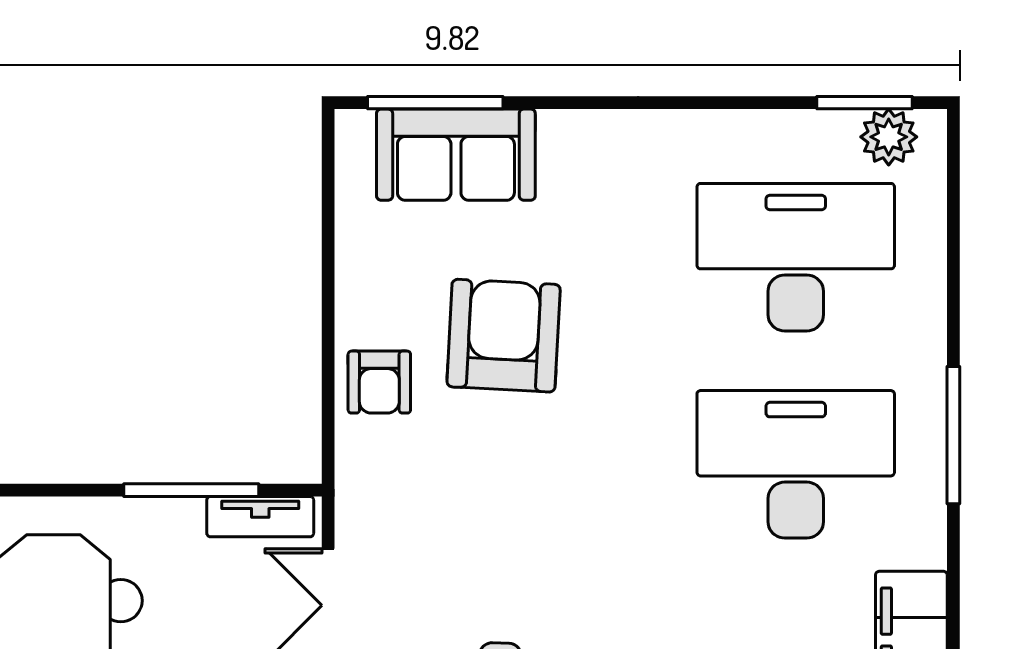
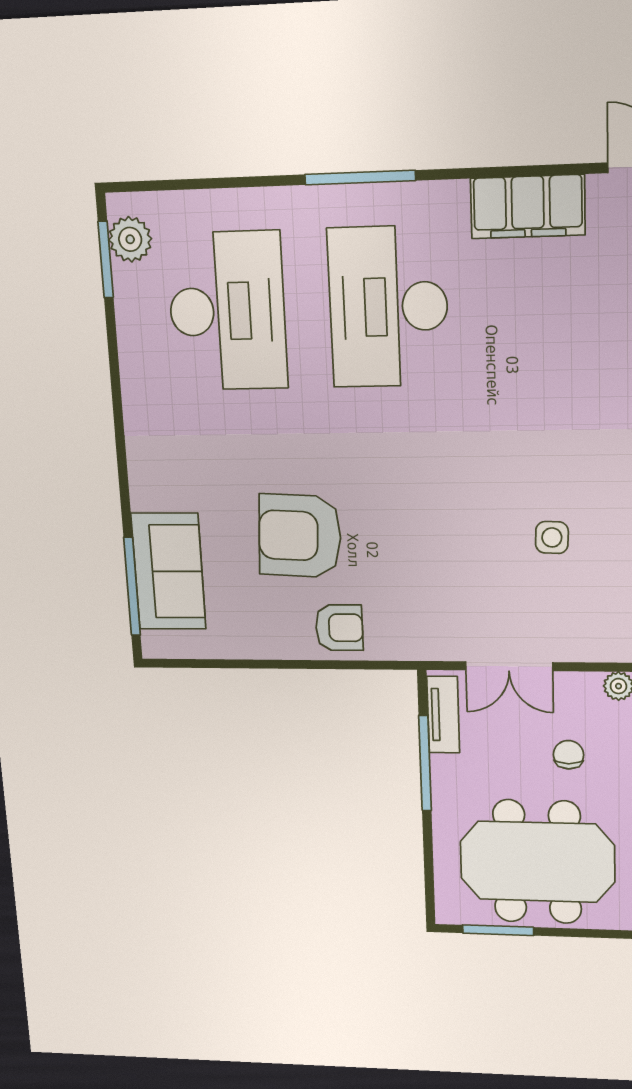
desk: (796, 257) -> (227, 311), turned 180

